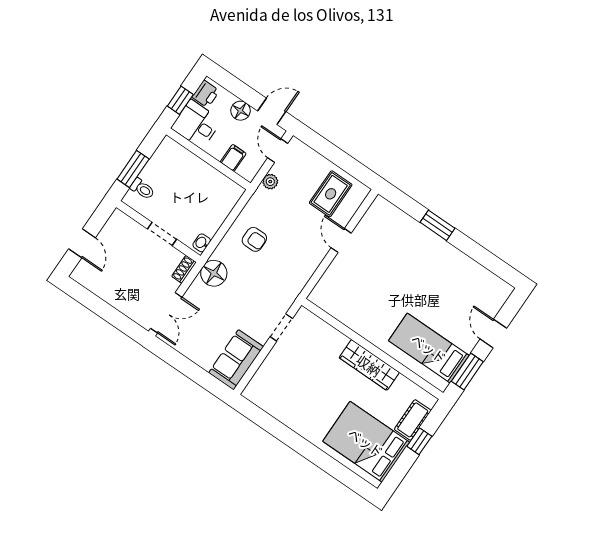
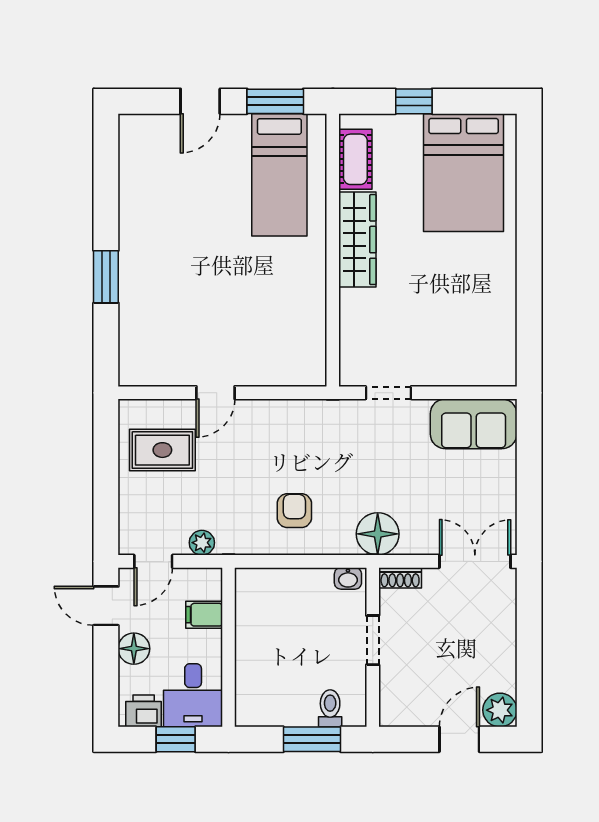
plant: (83, 274) -> (500, 710), added
cot: (413, 420) -> (355, 159), moved, turned 90

